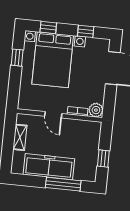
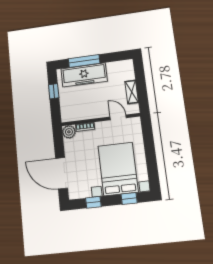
window: (17, 58) -> (152, 164), removed
door: (53, 115) -> (118, 117), moved
freezer: (49, 167) -> (84, 75), moved

